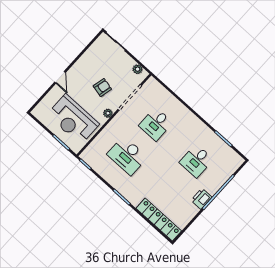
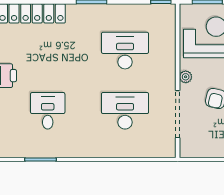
plant: (138, 69) -> (196, 151), removed
desk: (156, 124) -> (125, 111), width x1.37

